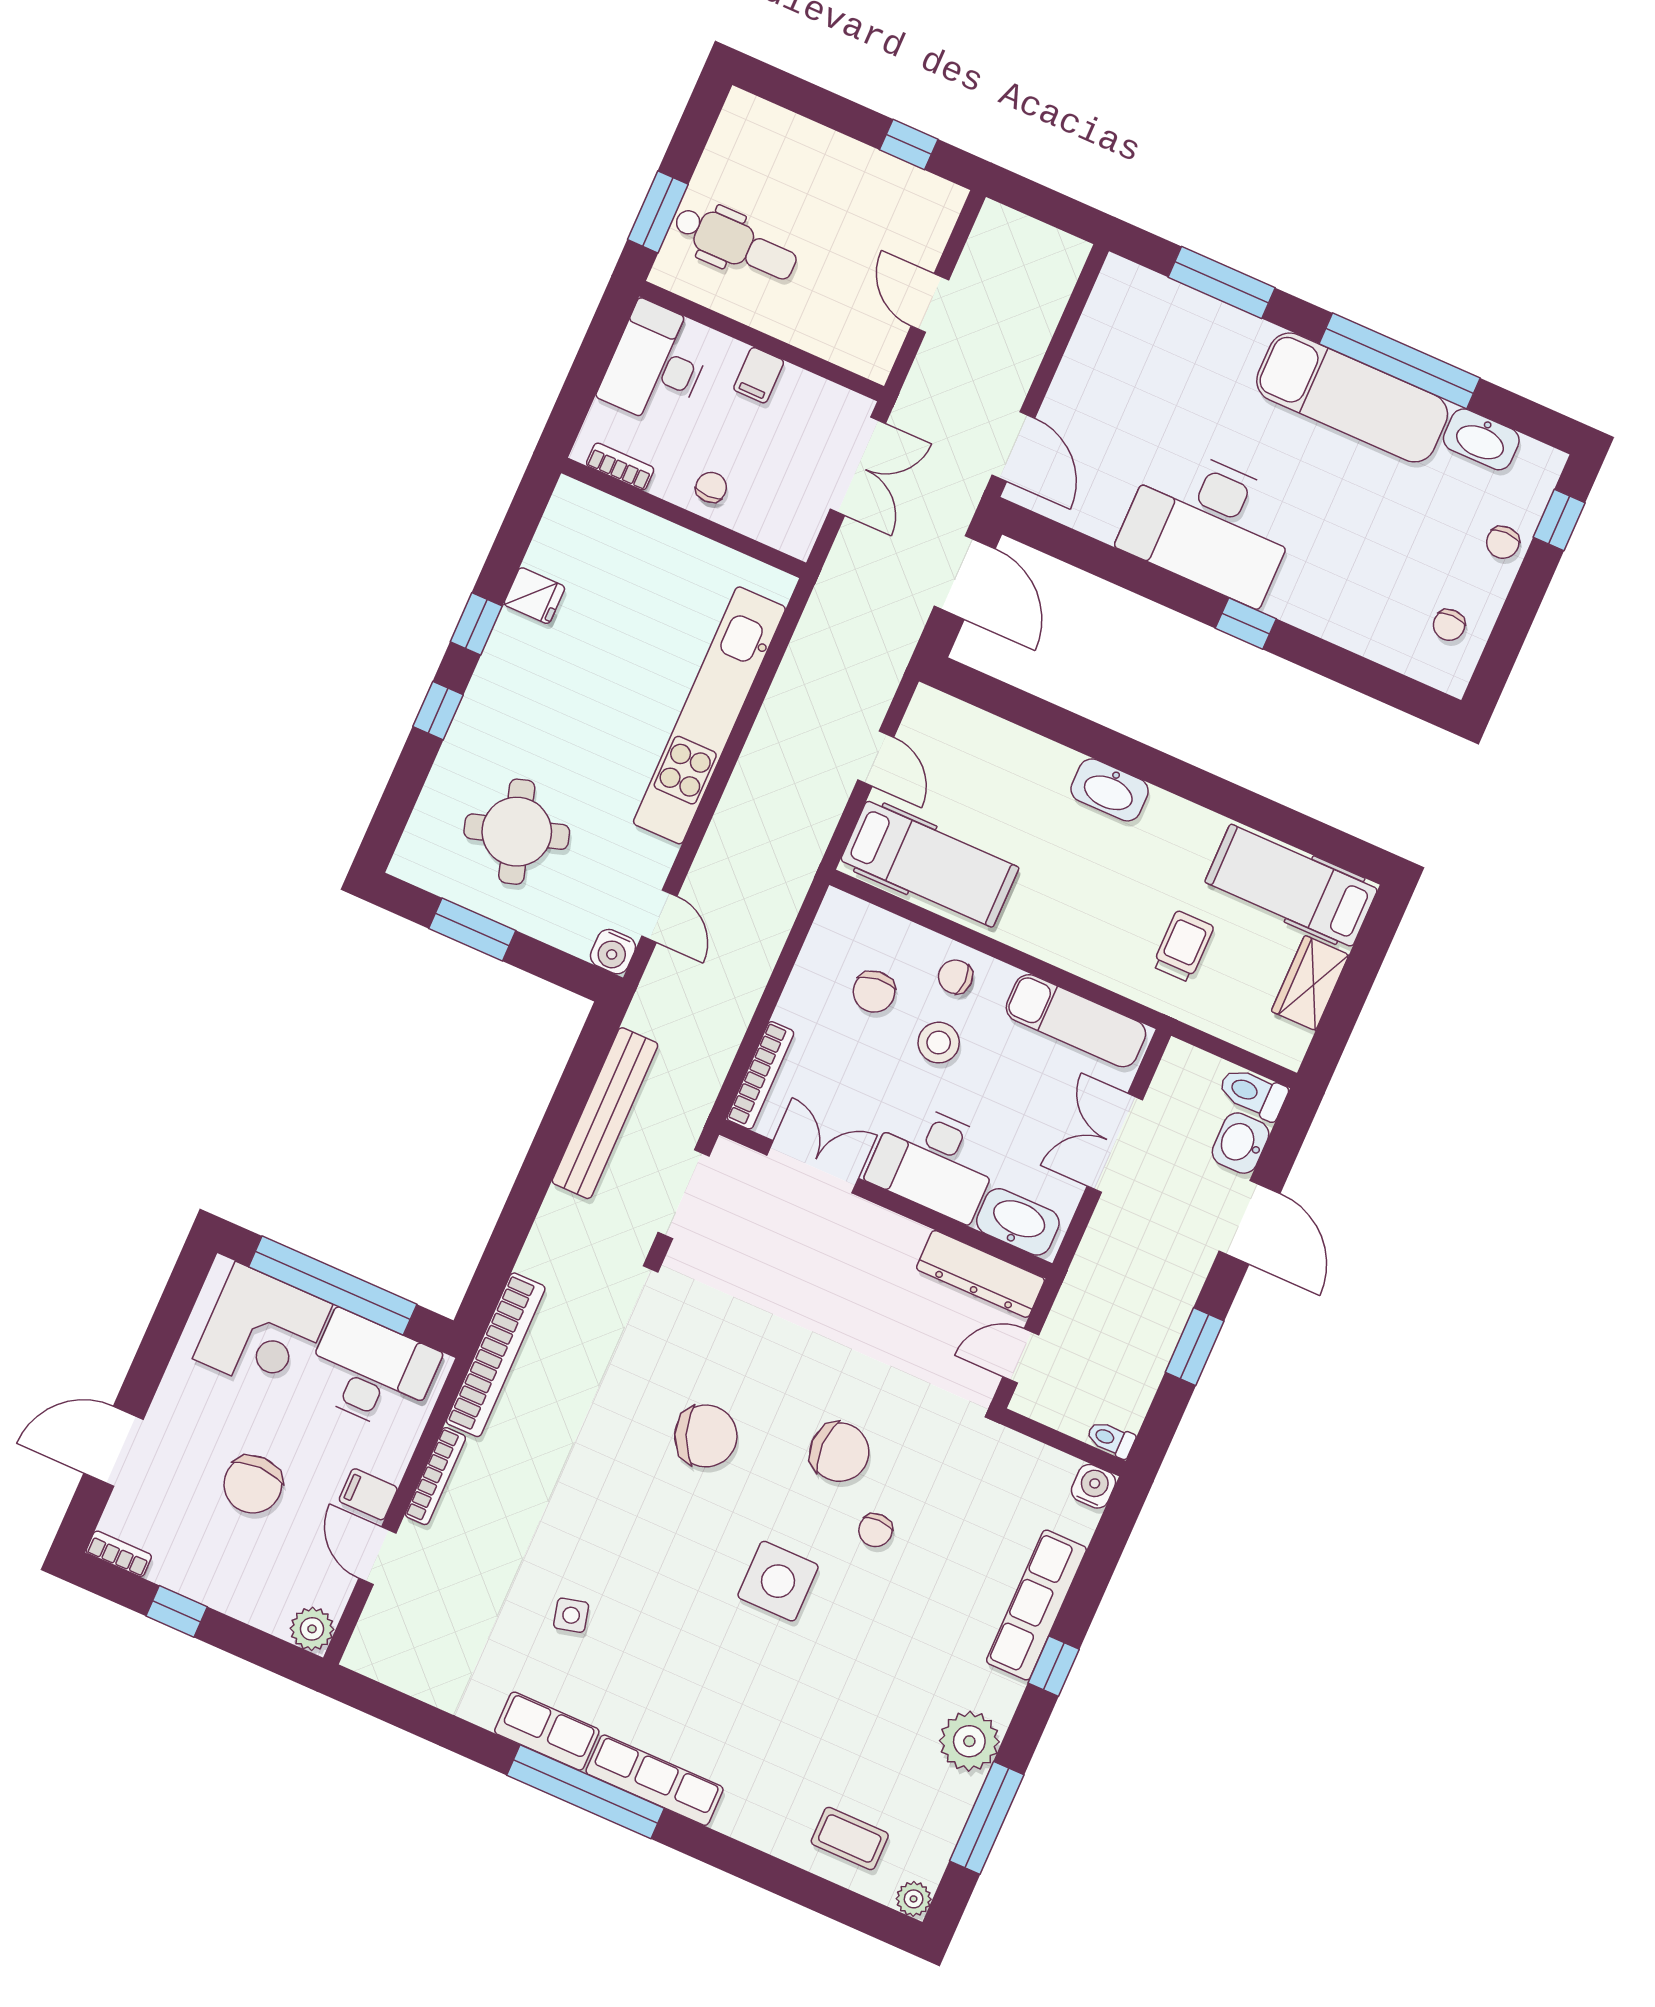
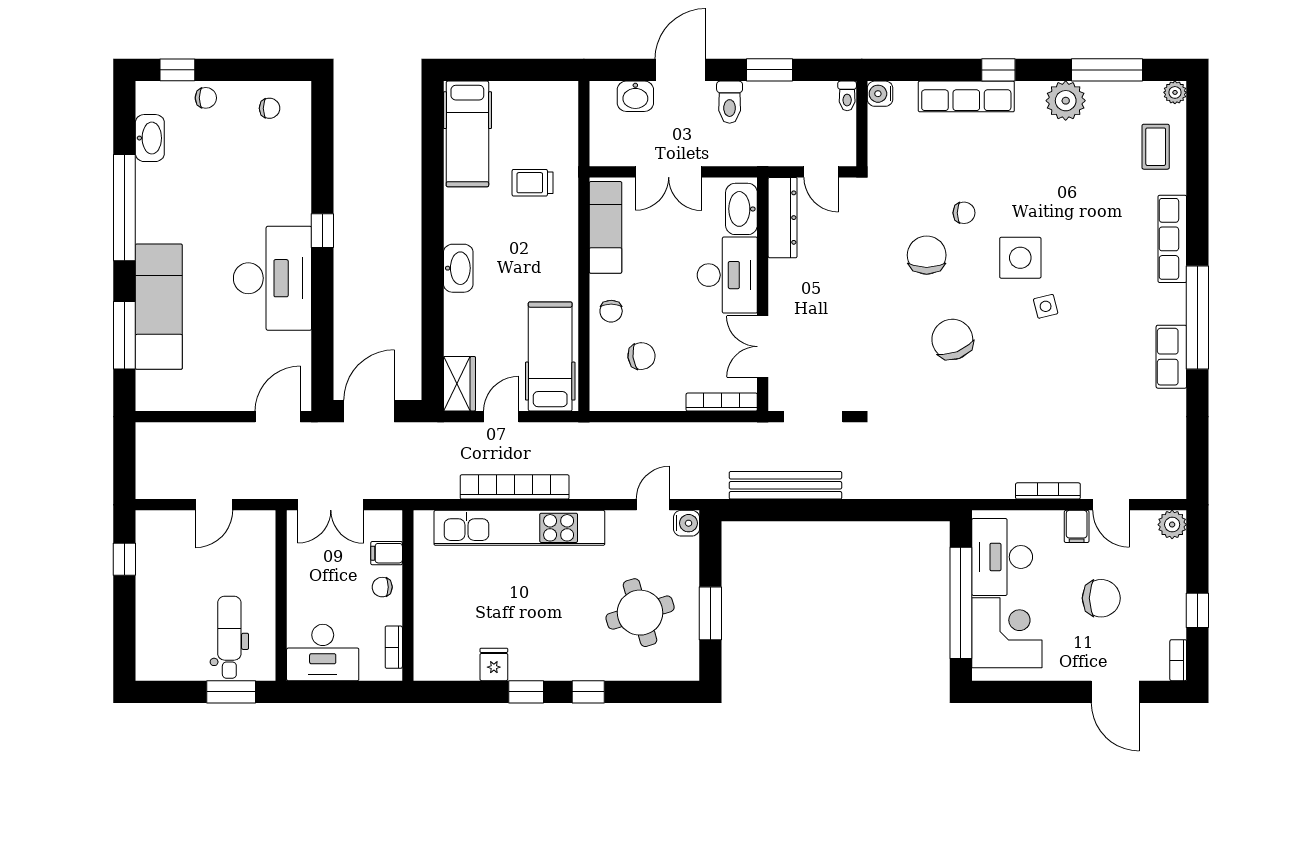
filing cabinet: (759, 375) -> (387, 553), moved, turned 180
exam couch: (1352, 397) -> (159, 307), moved
double door: (858, 466) -> (331, 505), swing flipped
wardrobe: (1310, 983) -> (459, 384), moved, turned -90
stool: (939, 1043) -> (655, 304), removed
toilet: (1253, 1093) -> (730, 102), moved
bookcase: (496, 1355) -> (515, 487), moved
door: (377, 1556) -> (1111, 505), hinge flipped
side table: (571, 1615) -> (1046, 306), moved
row of seats: (655, 1780) -> (1172, 239), moved

